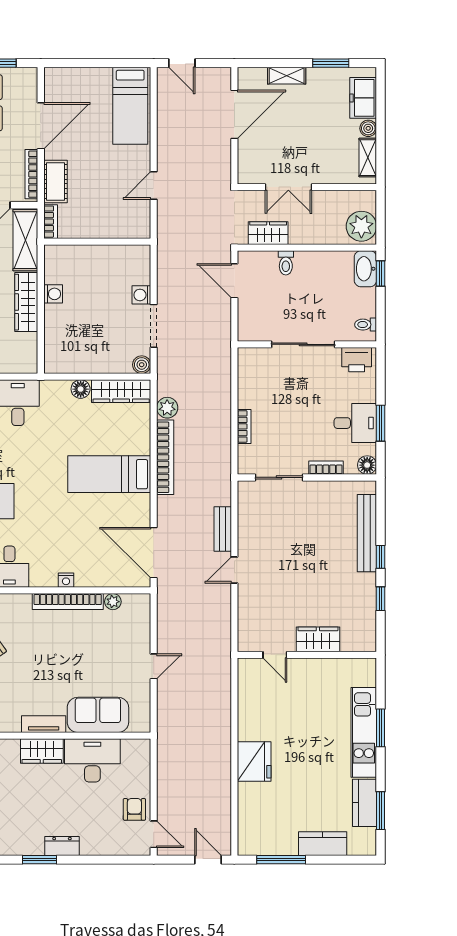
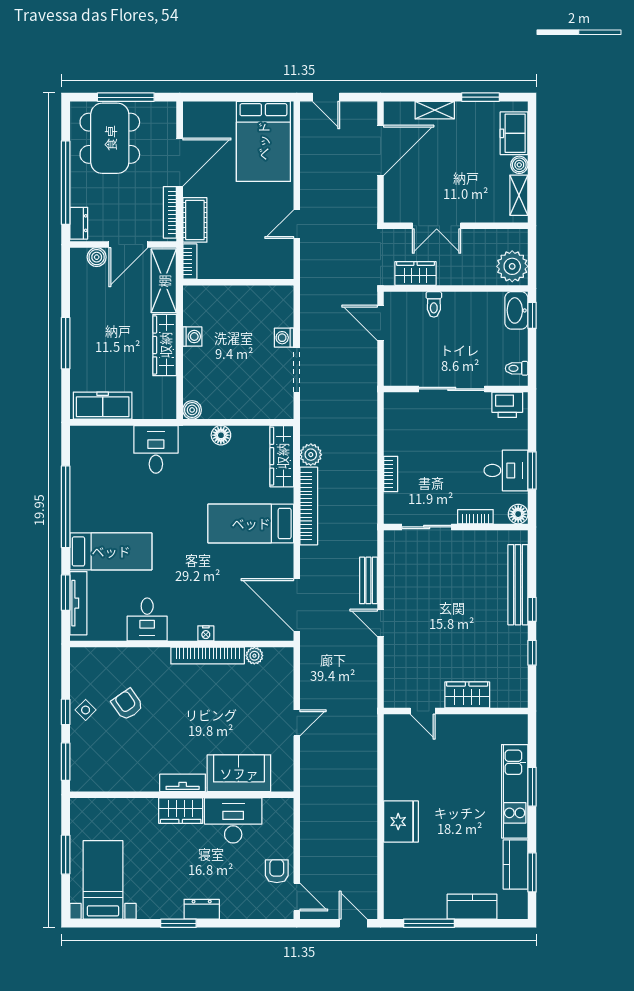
bed: (130, 106) -> (263, 141), width x1.50
boiler: (142, 365) -> (192, 410), moved
wardrobe: (121, 391) -> (282, 456), moved, turned 90
door: (234, 570) -> (380, 623), hinge flipped

